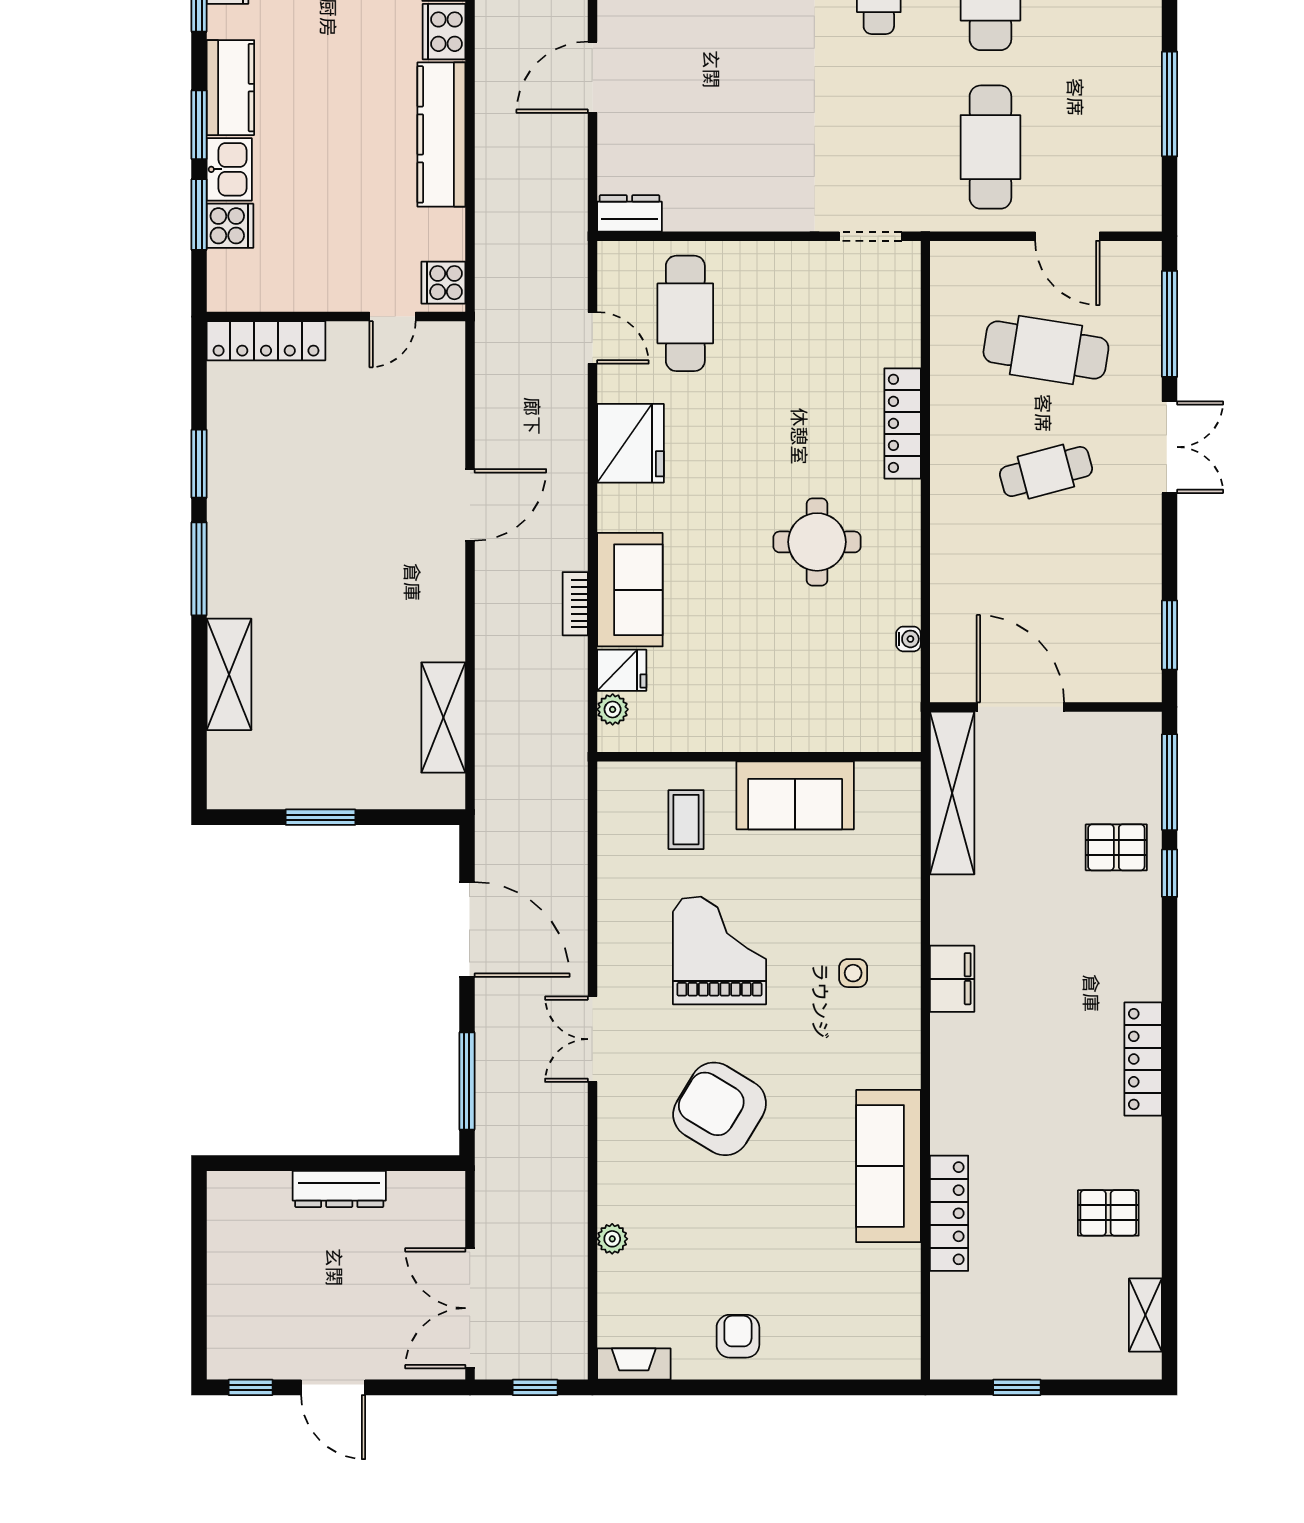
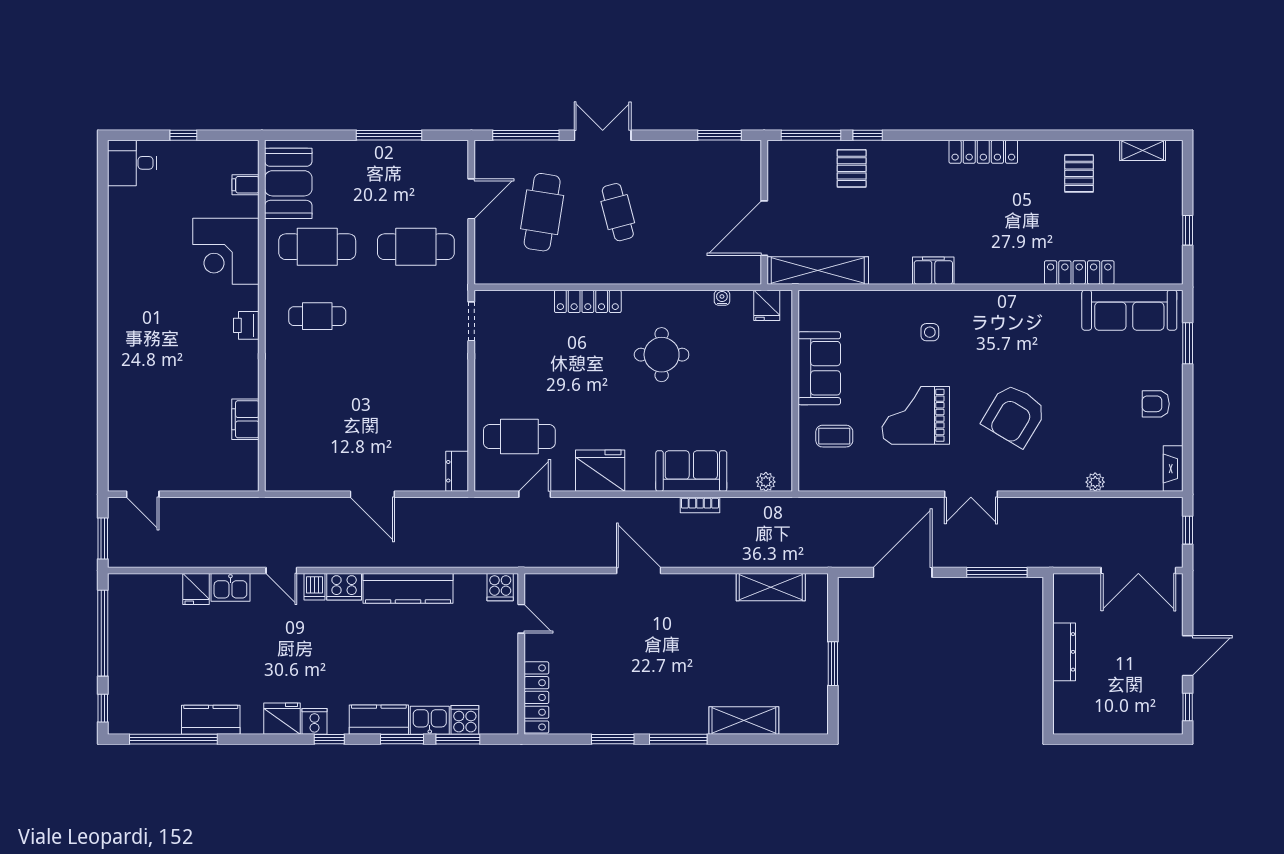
fridge: (622, 670) -> (767, 305), moved, turned 180
sofa: (888, 1166) -> (1129, 310), moved
window: (835, 1387) -> (1188, 343), added

